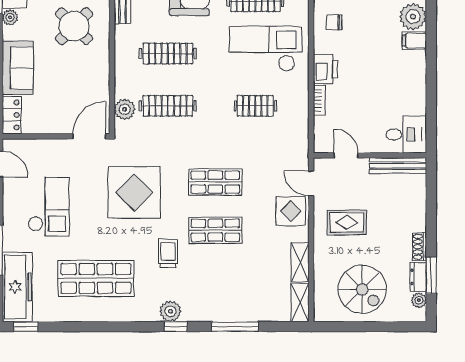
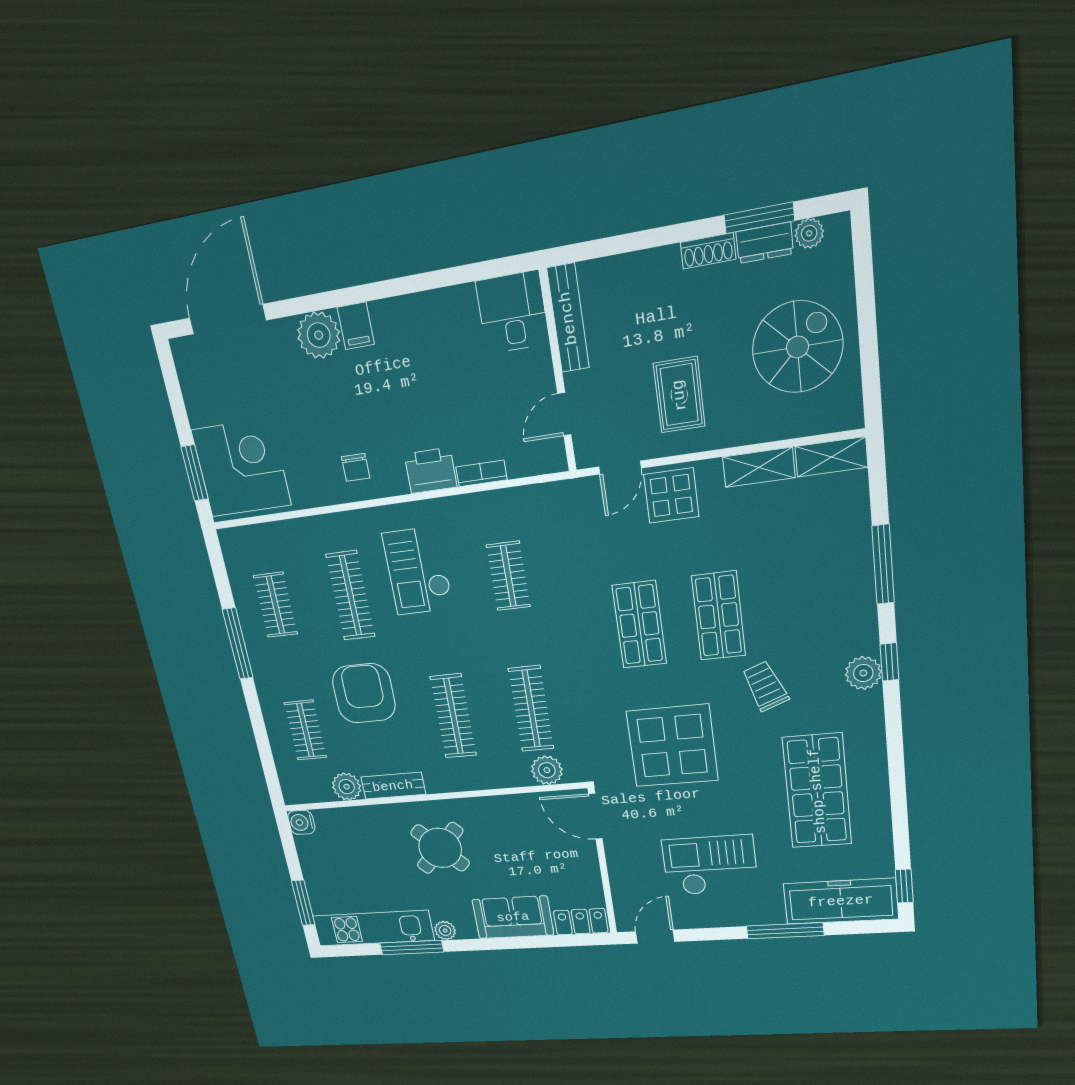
checkout: (265, 49) -> (418, 571), width x0.73, depth x0.83
trolley: (168, 253) -> (765, 686), turned 69

